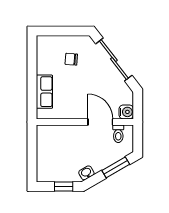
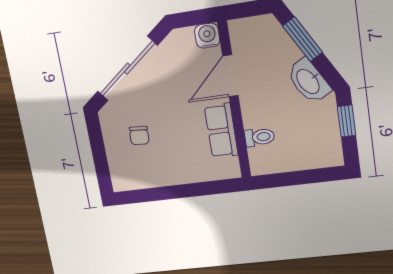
row of seats: (44, 92) -> (221, 131), moved, turned -90
toilet: (118, 134) -> (260, 137), moved
washbasin: (86, 173) -> (309, 81), width x1.91, depth x1.45

